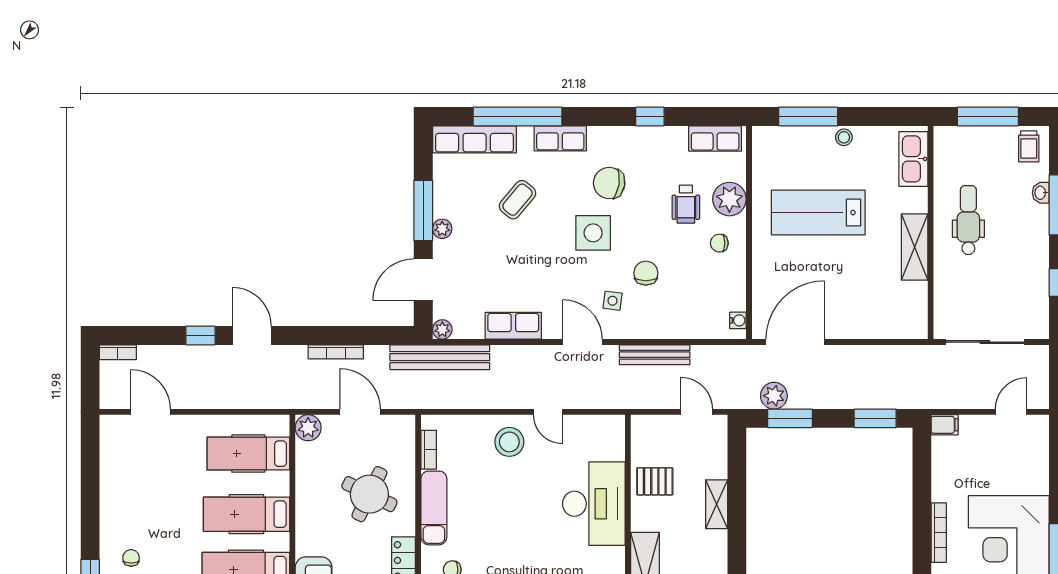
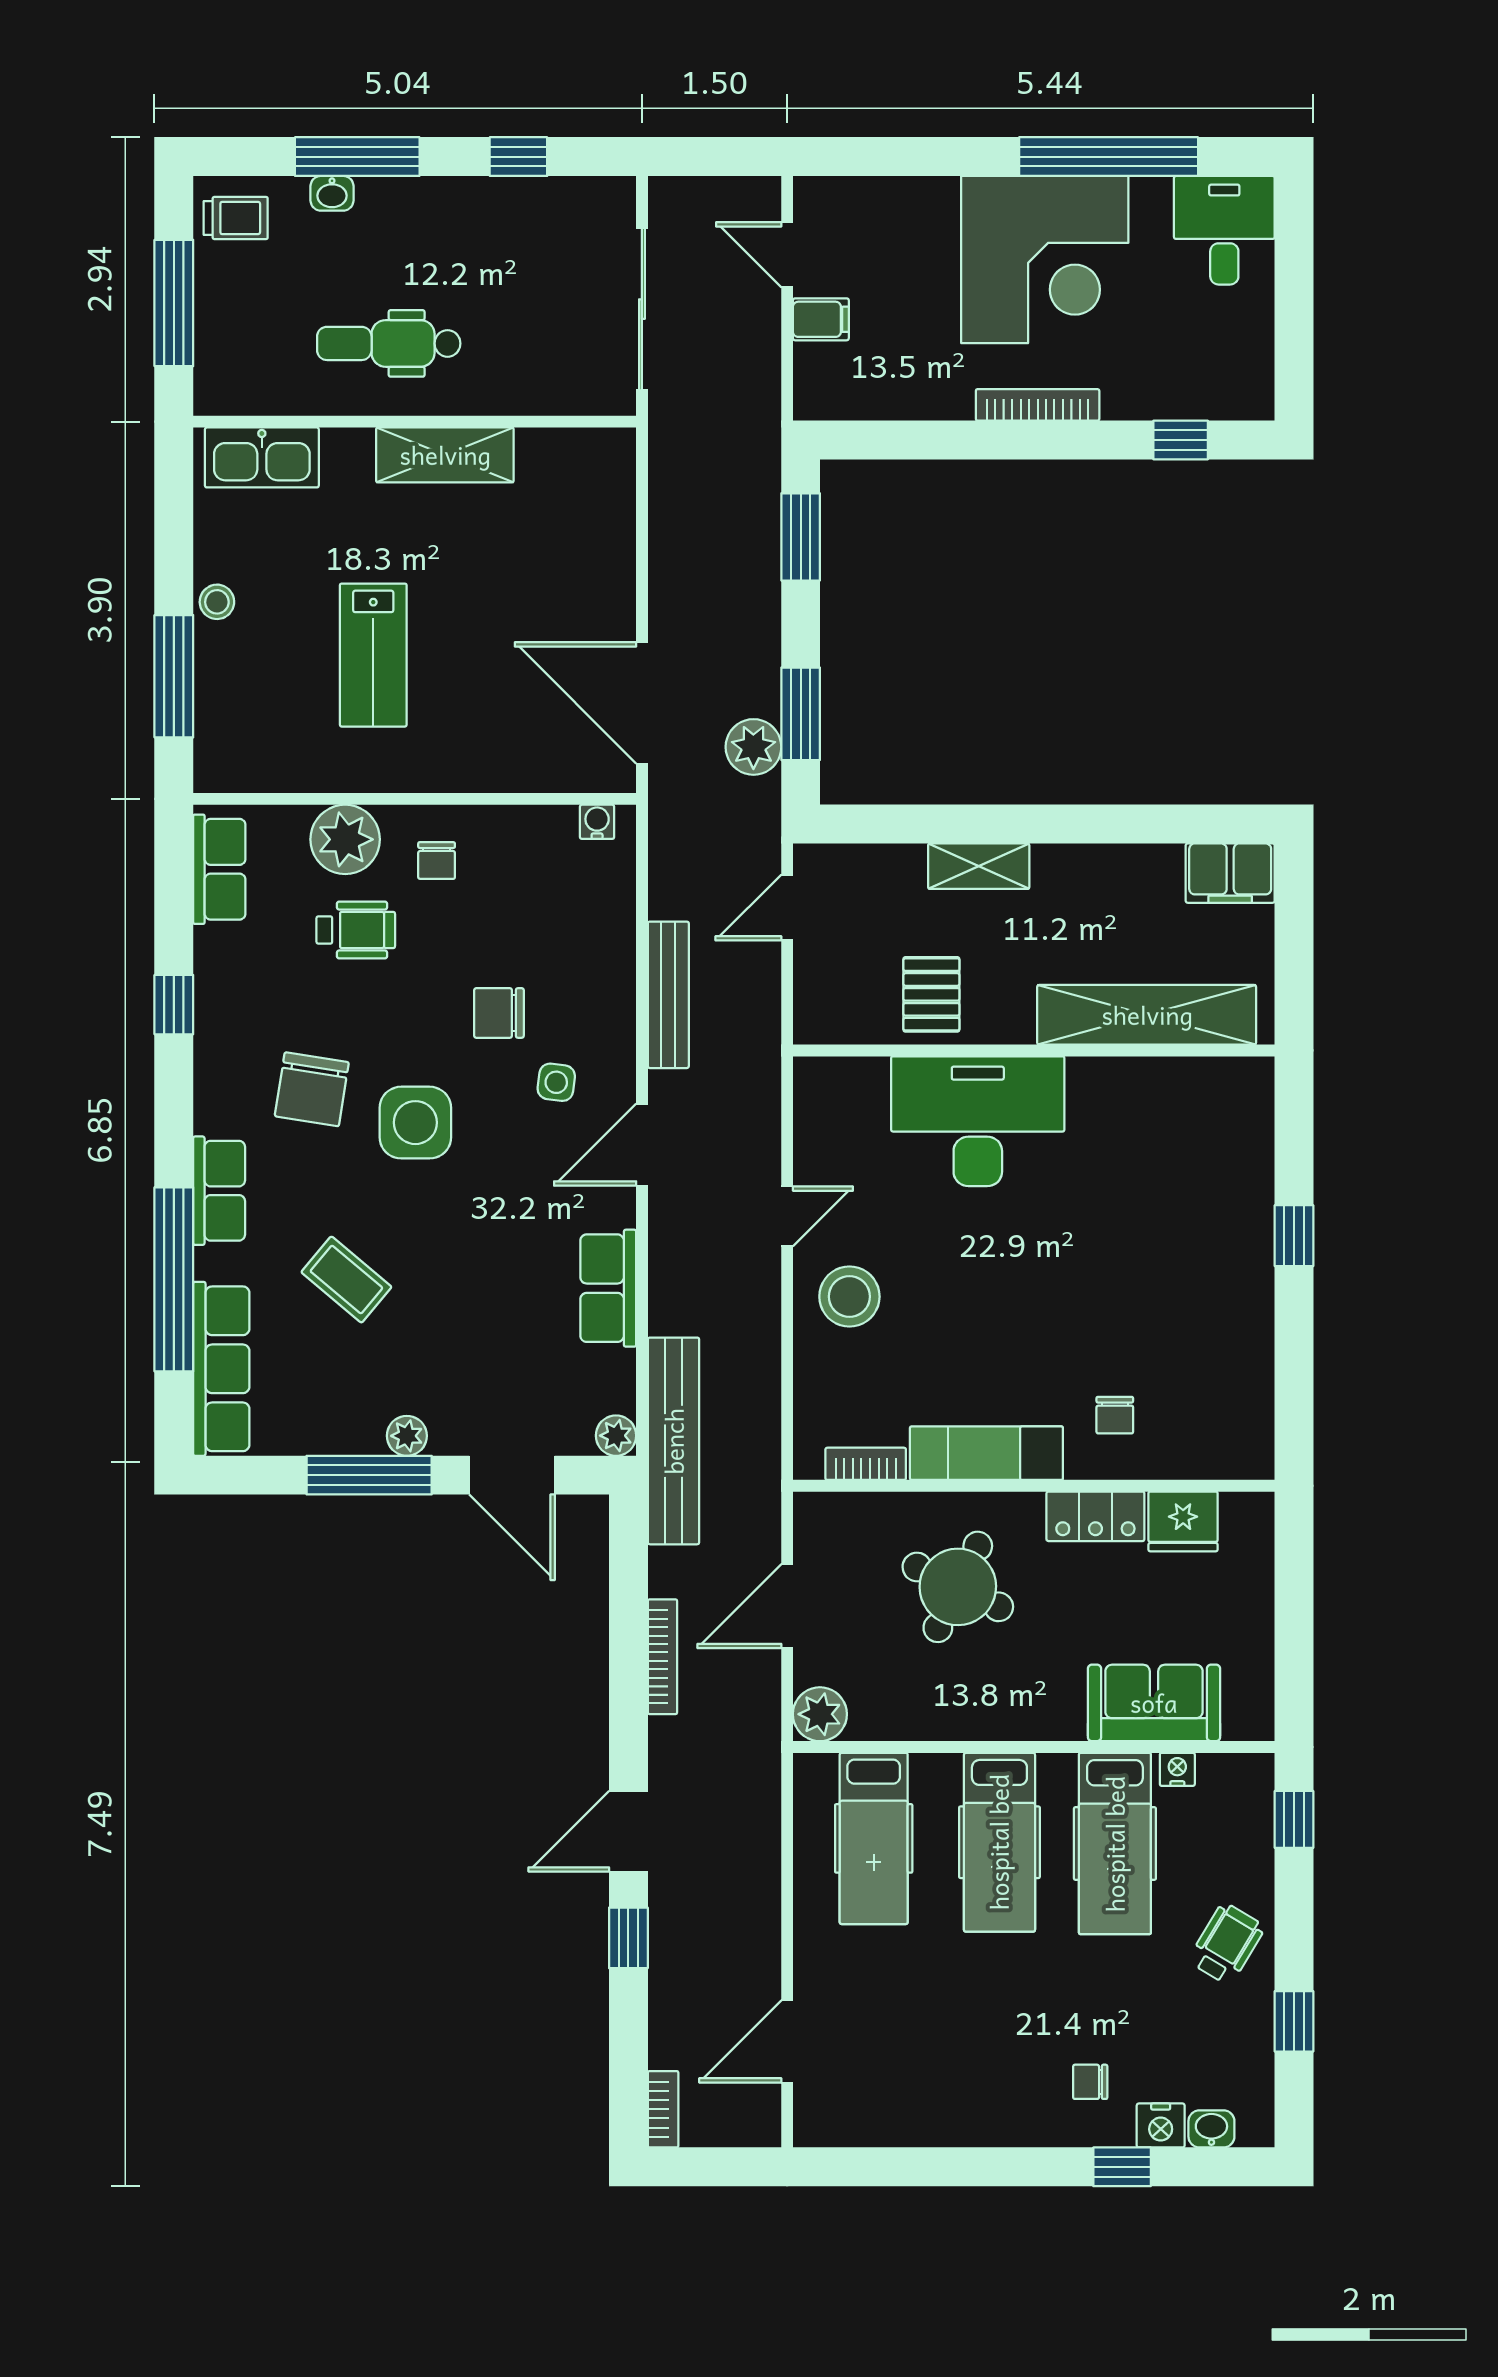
lab bench: (818, 213) -> (373, 655), width x0.73, depth x0.72
filing cabinet: (945, 425) -> (821, 319), moved, turned 90

